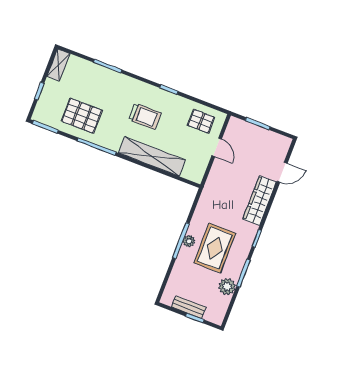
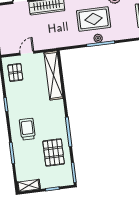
trolley: (145, 116) -> (27, 129), moved
shelving: (152, 156) -> (53, 75), moved

